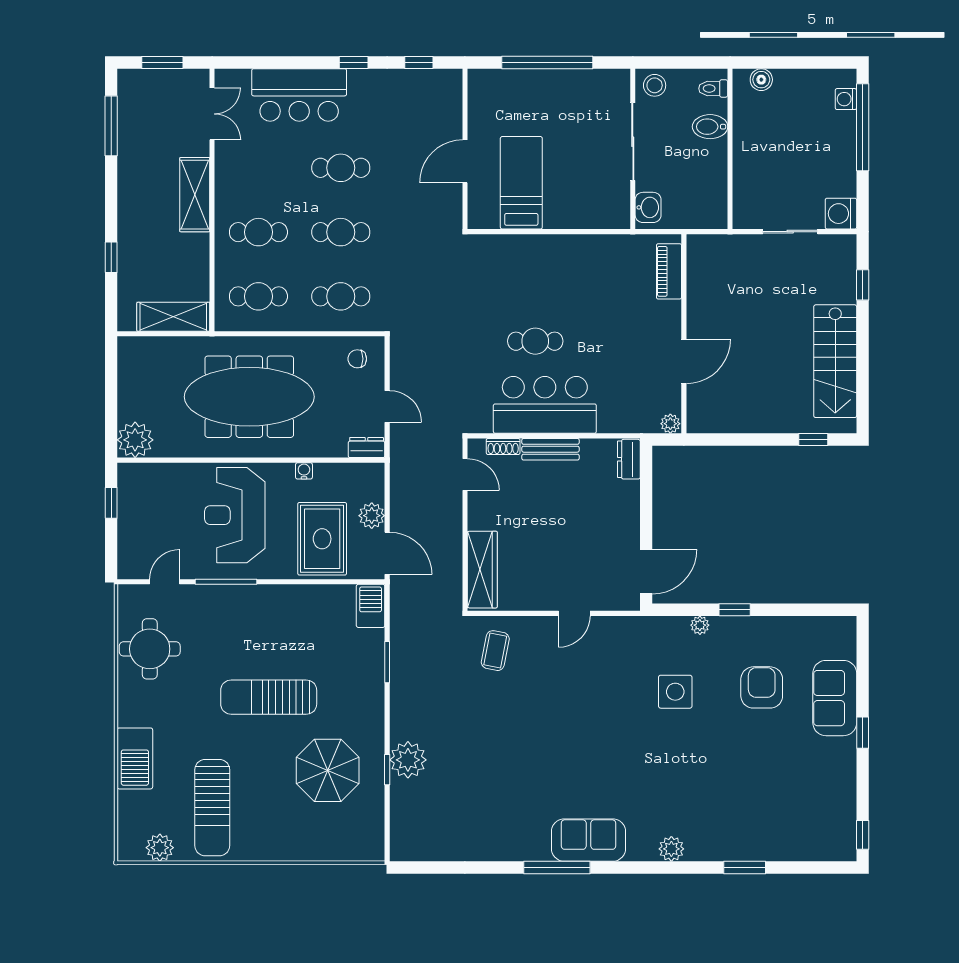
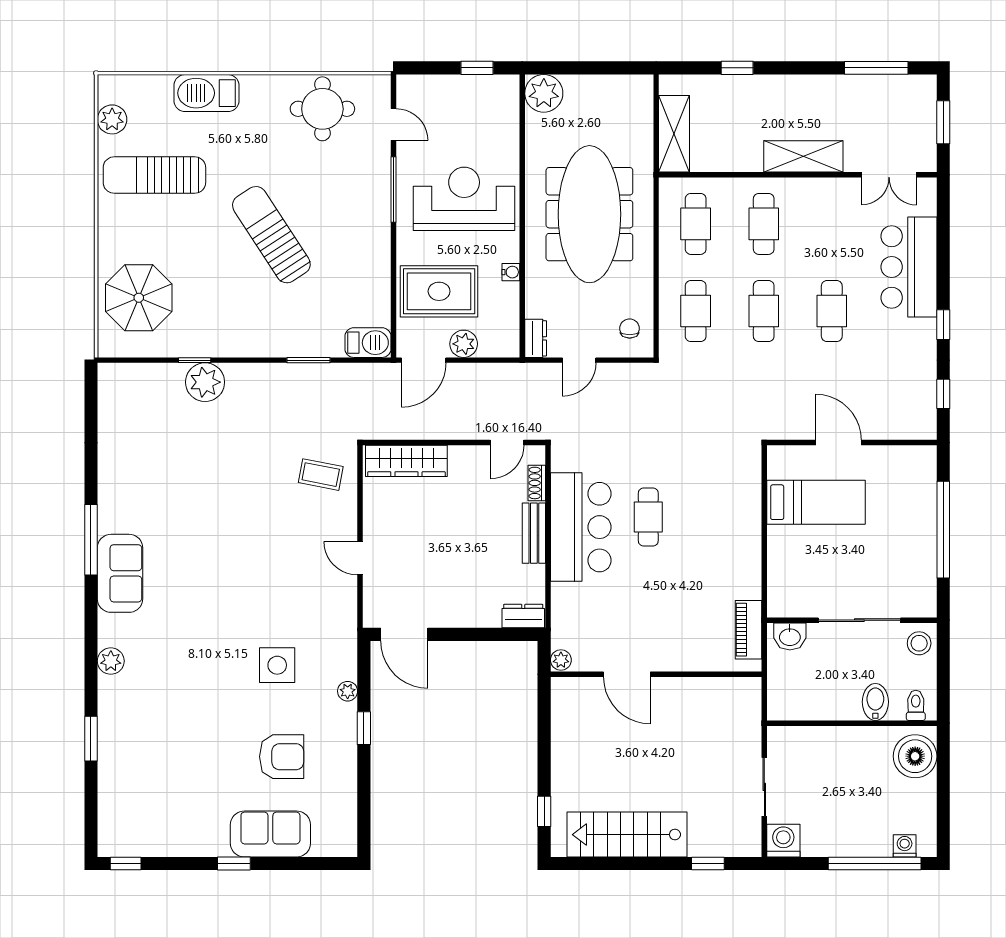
boiler: (761, 80) -> (915, 756), width x1.86, depth x1.86
piano: (669, 271) -> (749, 630), moved, turned -90
sun lounger: (269, 697) -> (271, 235), turned -33
parasol: (328, 770) -> (139, 298), moved

